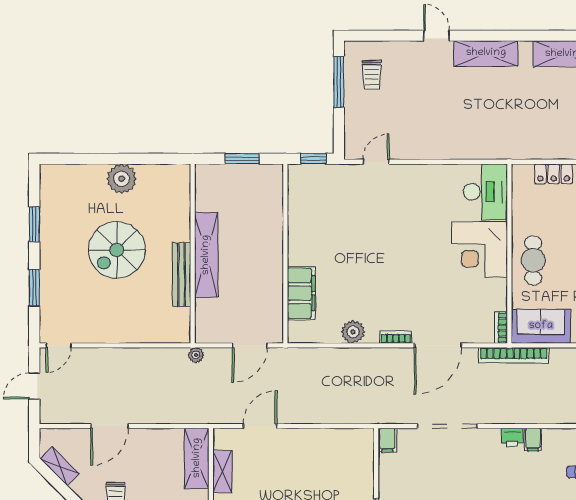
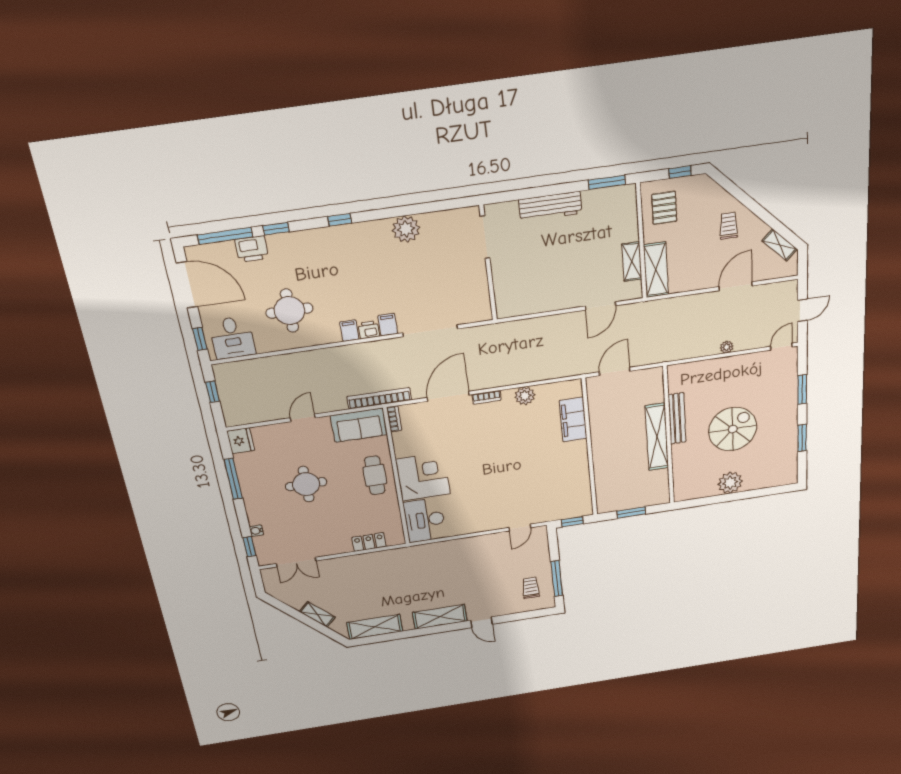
plant: (196, 355) -> (727, 347), moved
filing cabinet: (387, 440) -> (388, 325), moved

